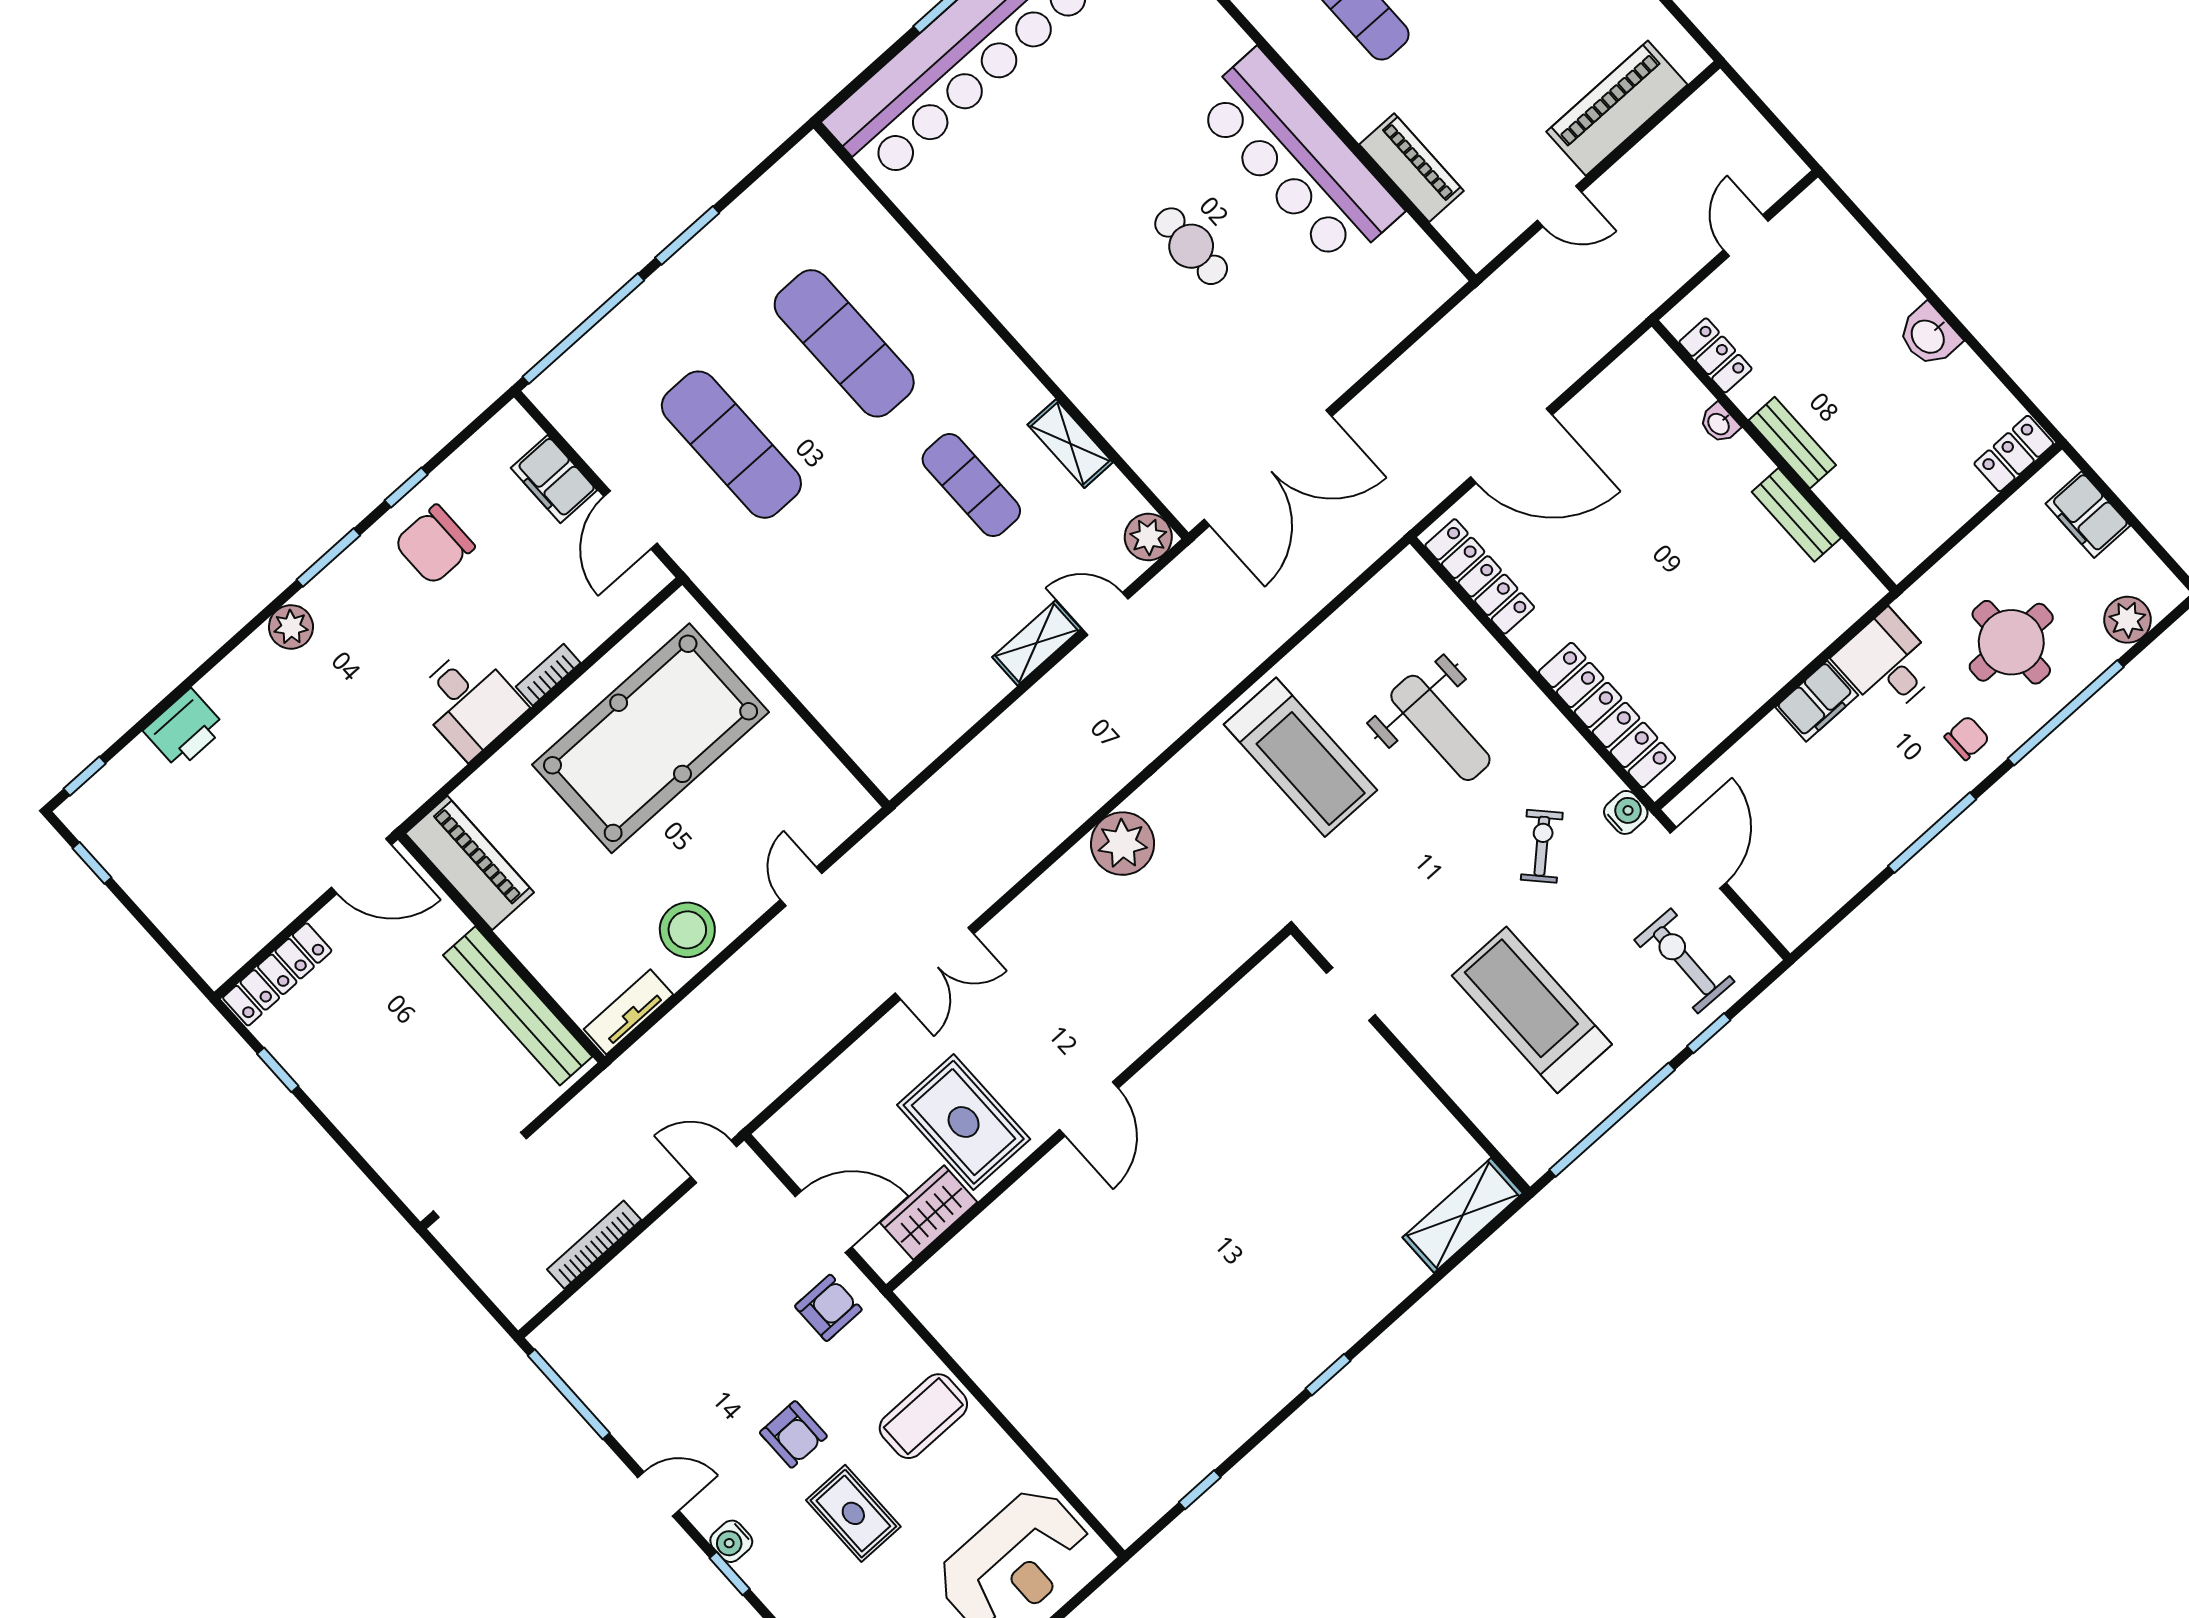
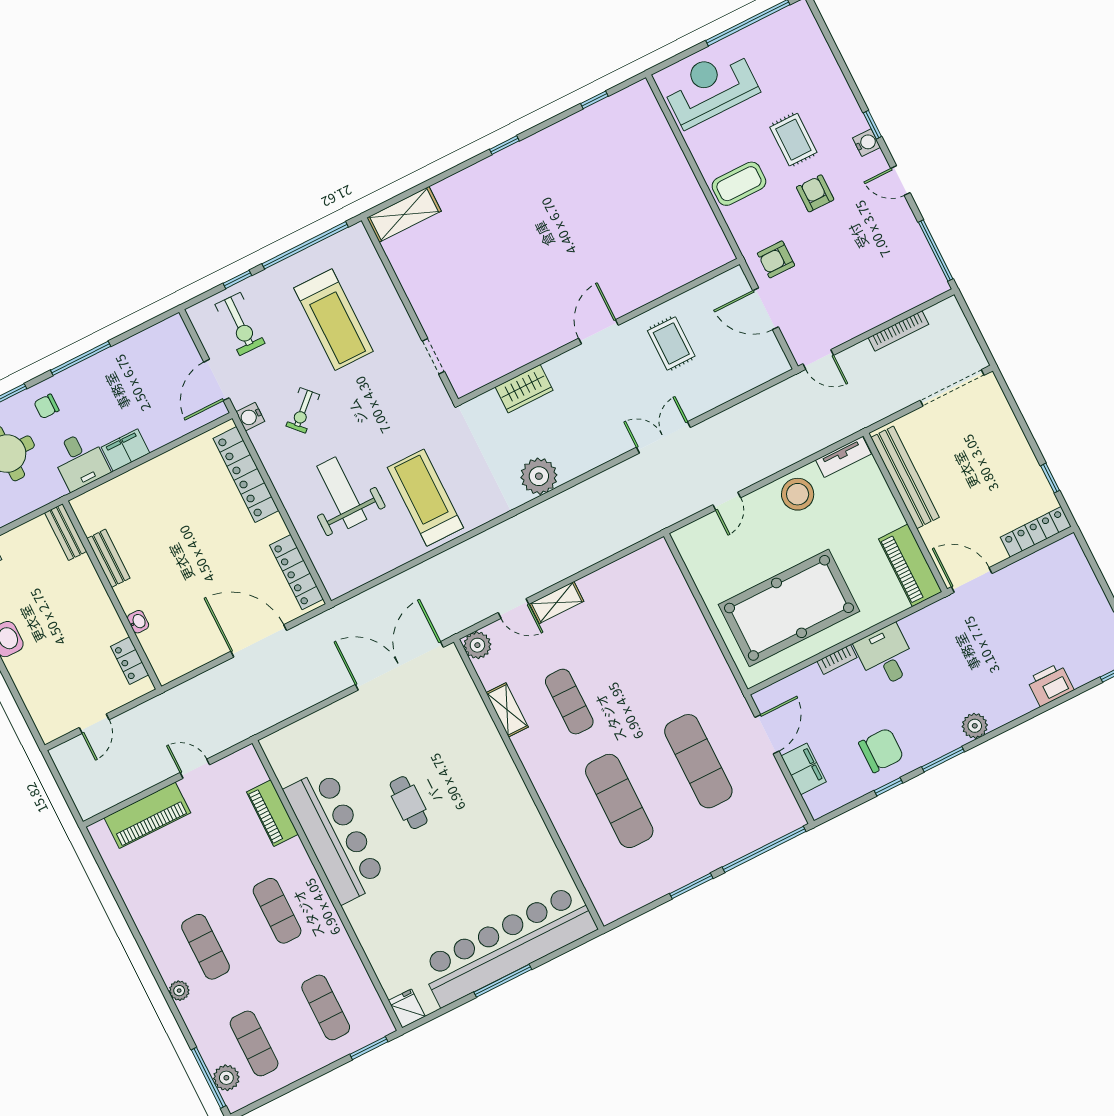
bench: (1792, 443) -> (66, 532), moved
rug: (964, 1122) -> (671, 343), width x0.73, depth x0.70
wardrobe: (929, 1212) -> (524, 389), moved

